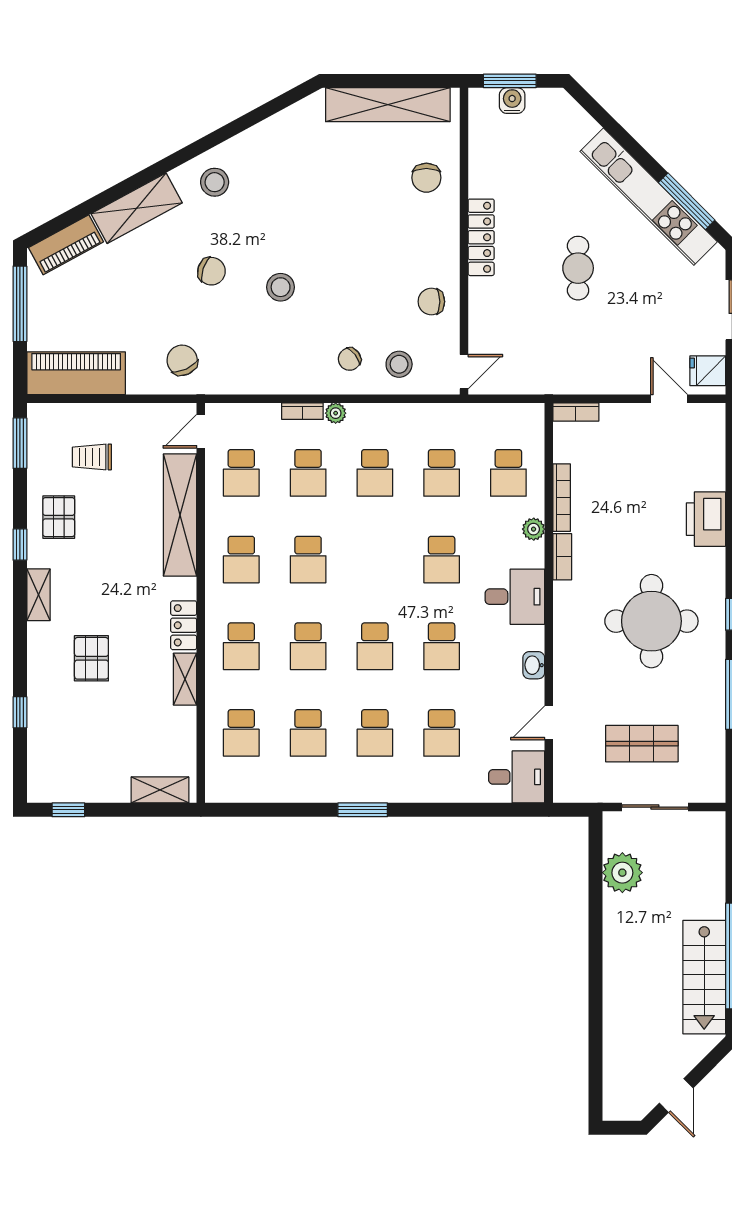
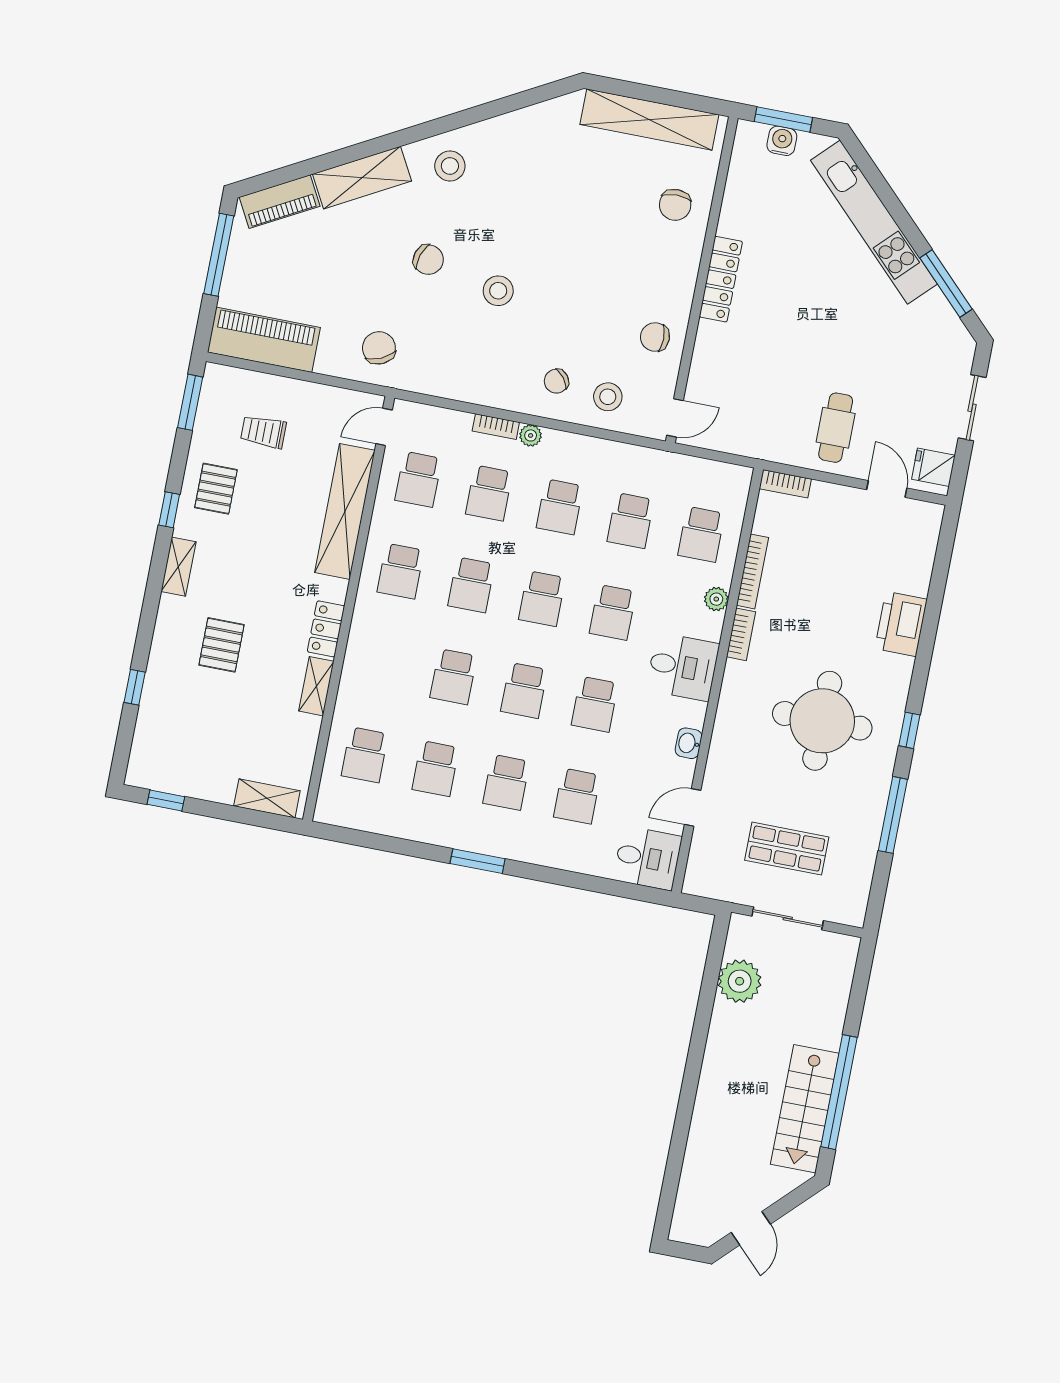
kitchen unit: (649, 197) -> (874, 222), moved
cafe table: (578, 268) -> (836, 428), moved
school desk: (241, 646) -> (542, 599), moved

